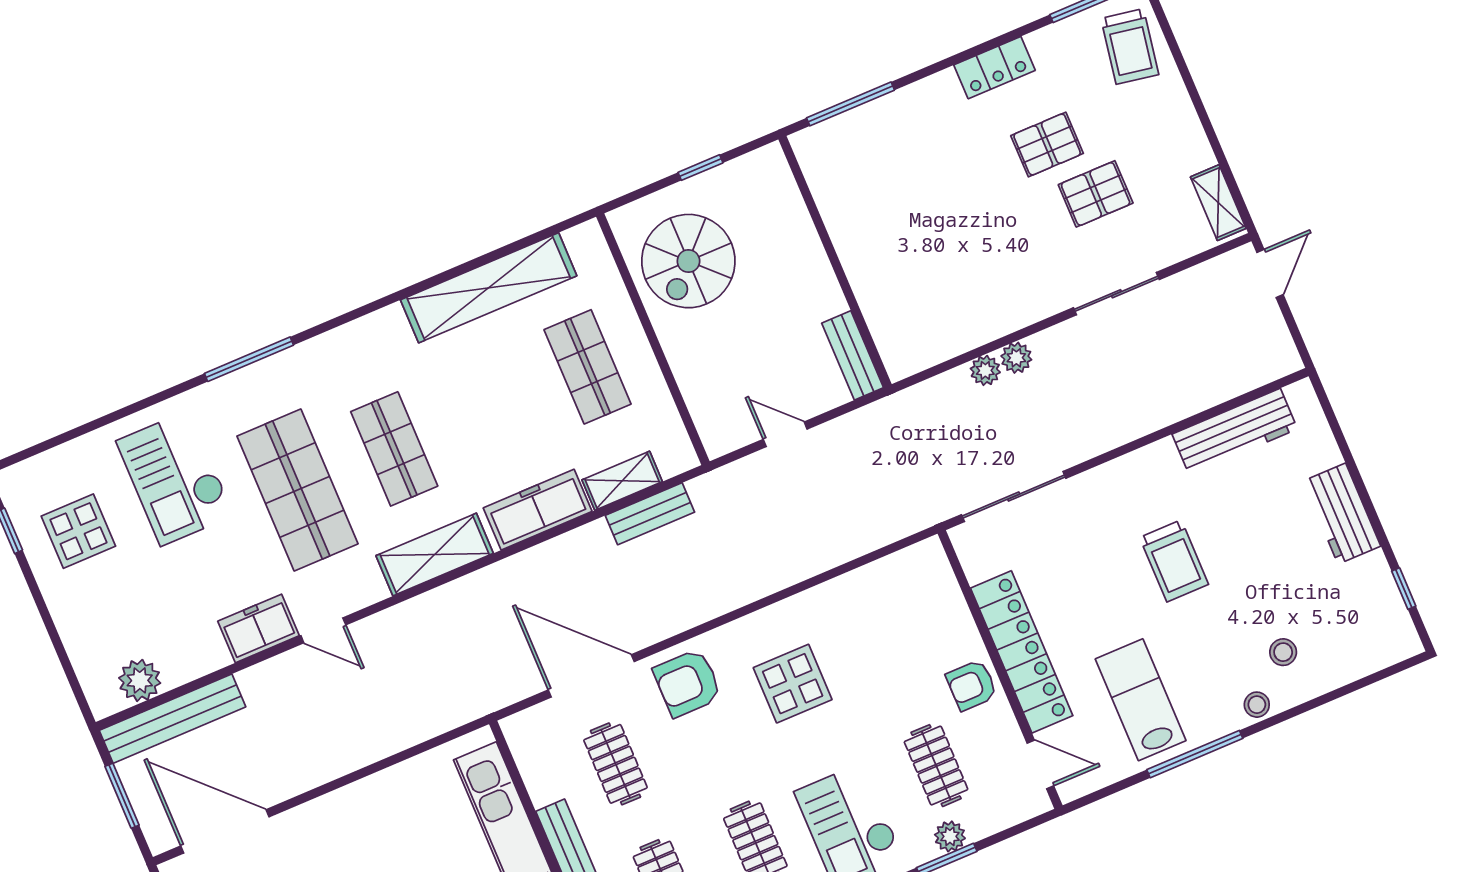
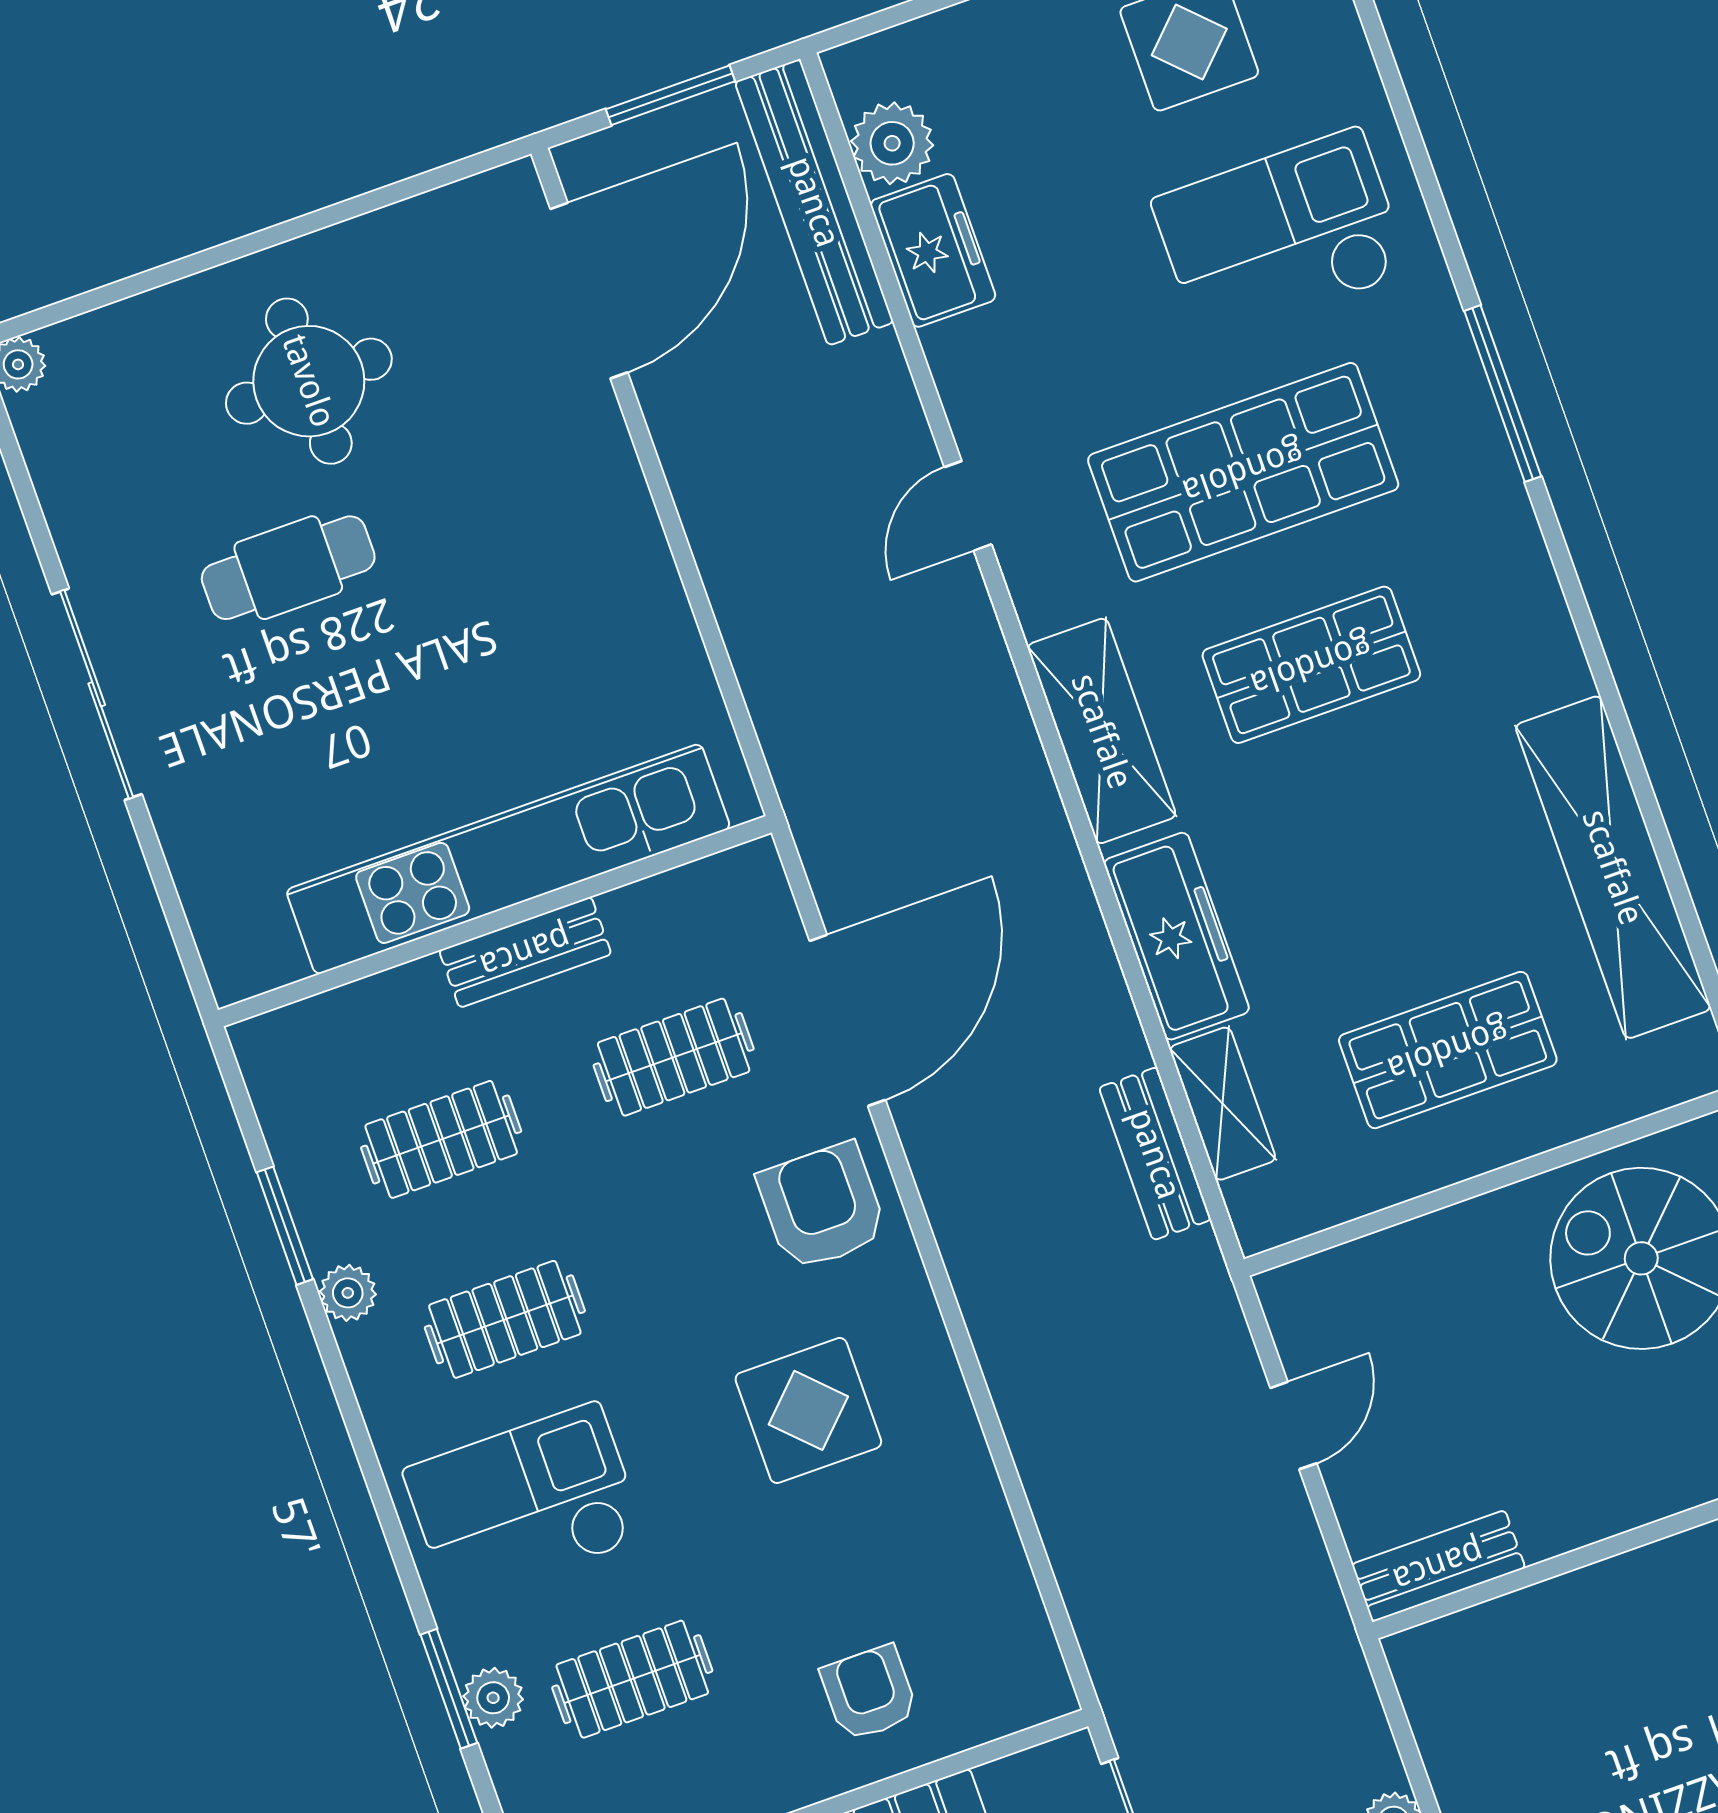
freezer: (259, 628) -> (933, 250), moved
armchair: (972, 685) -> (869, 1693), moved

